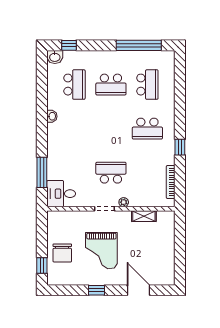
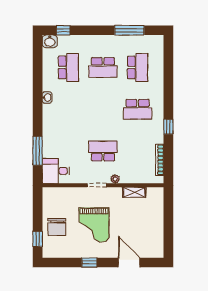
window: (139, 45) -> (129, 30), width x0.68

